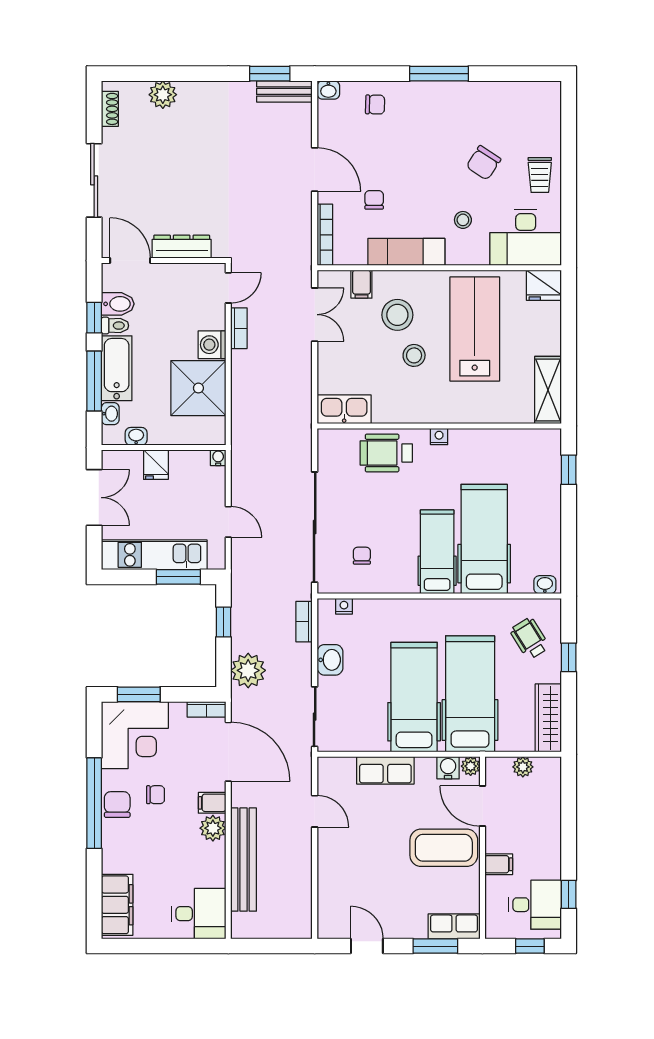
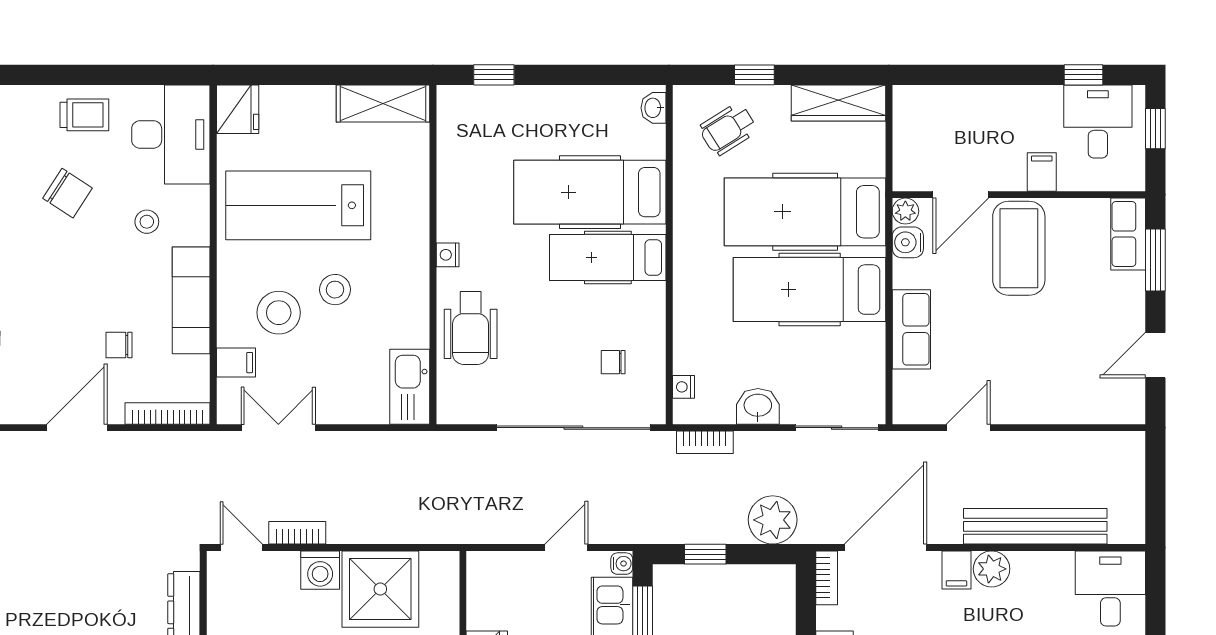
water cooler: (218, 458) -> (622, 564), moved, turned 180
plant: (523, 767) -> (906, 138), removed

